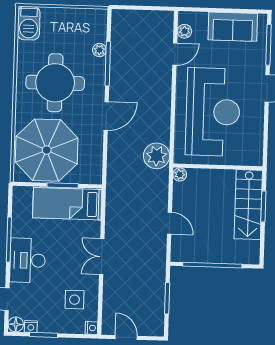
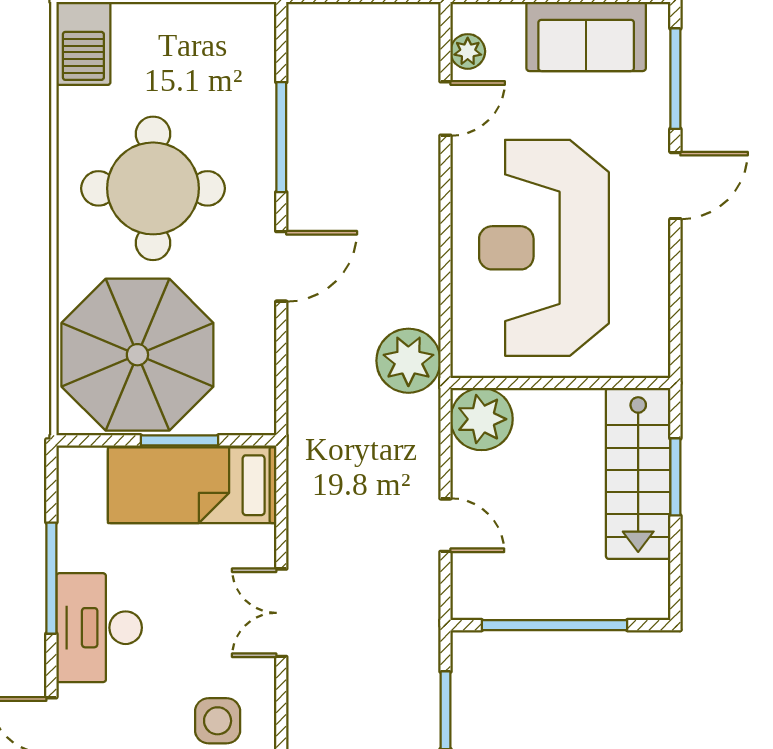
plant: (99, 50) -> (260, 104), removed
reception desk: (213, 112) -> (544, 248), turned 180
plant: (180, 174) -> (482, 419), width x1.88, depth x1.88

